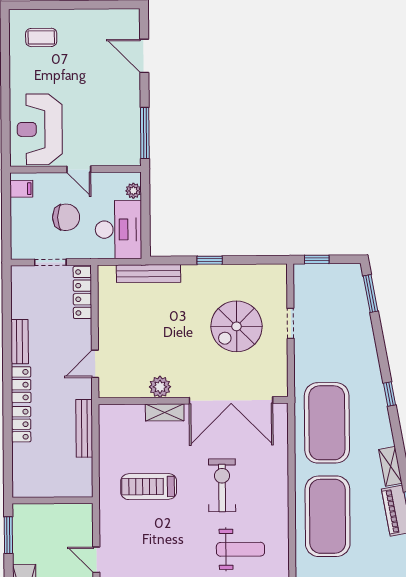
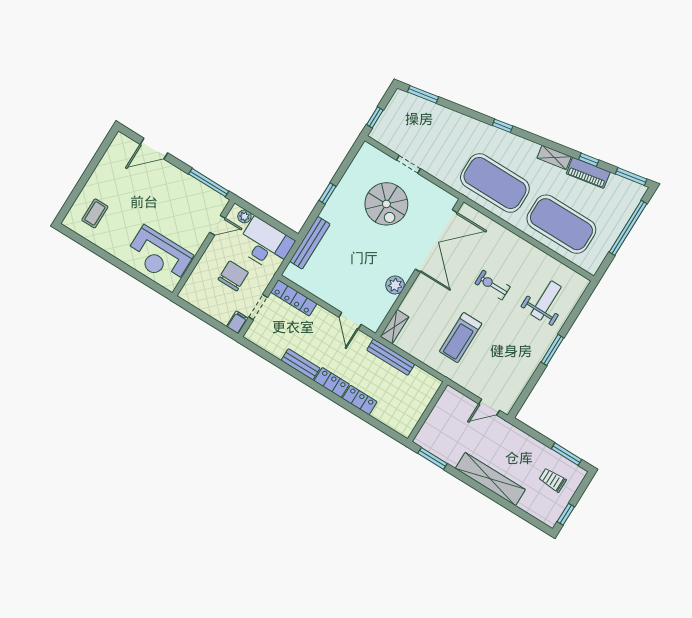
door: (79, 169) -> (217, 225), moved
filing cabinet: (21, 189) -> (237, 322), moved
shelving: (165, 412) -> (395, 327), moved
exercise bike: (222, 485) -> (492, 285), width x0.73, depth x0.72

